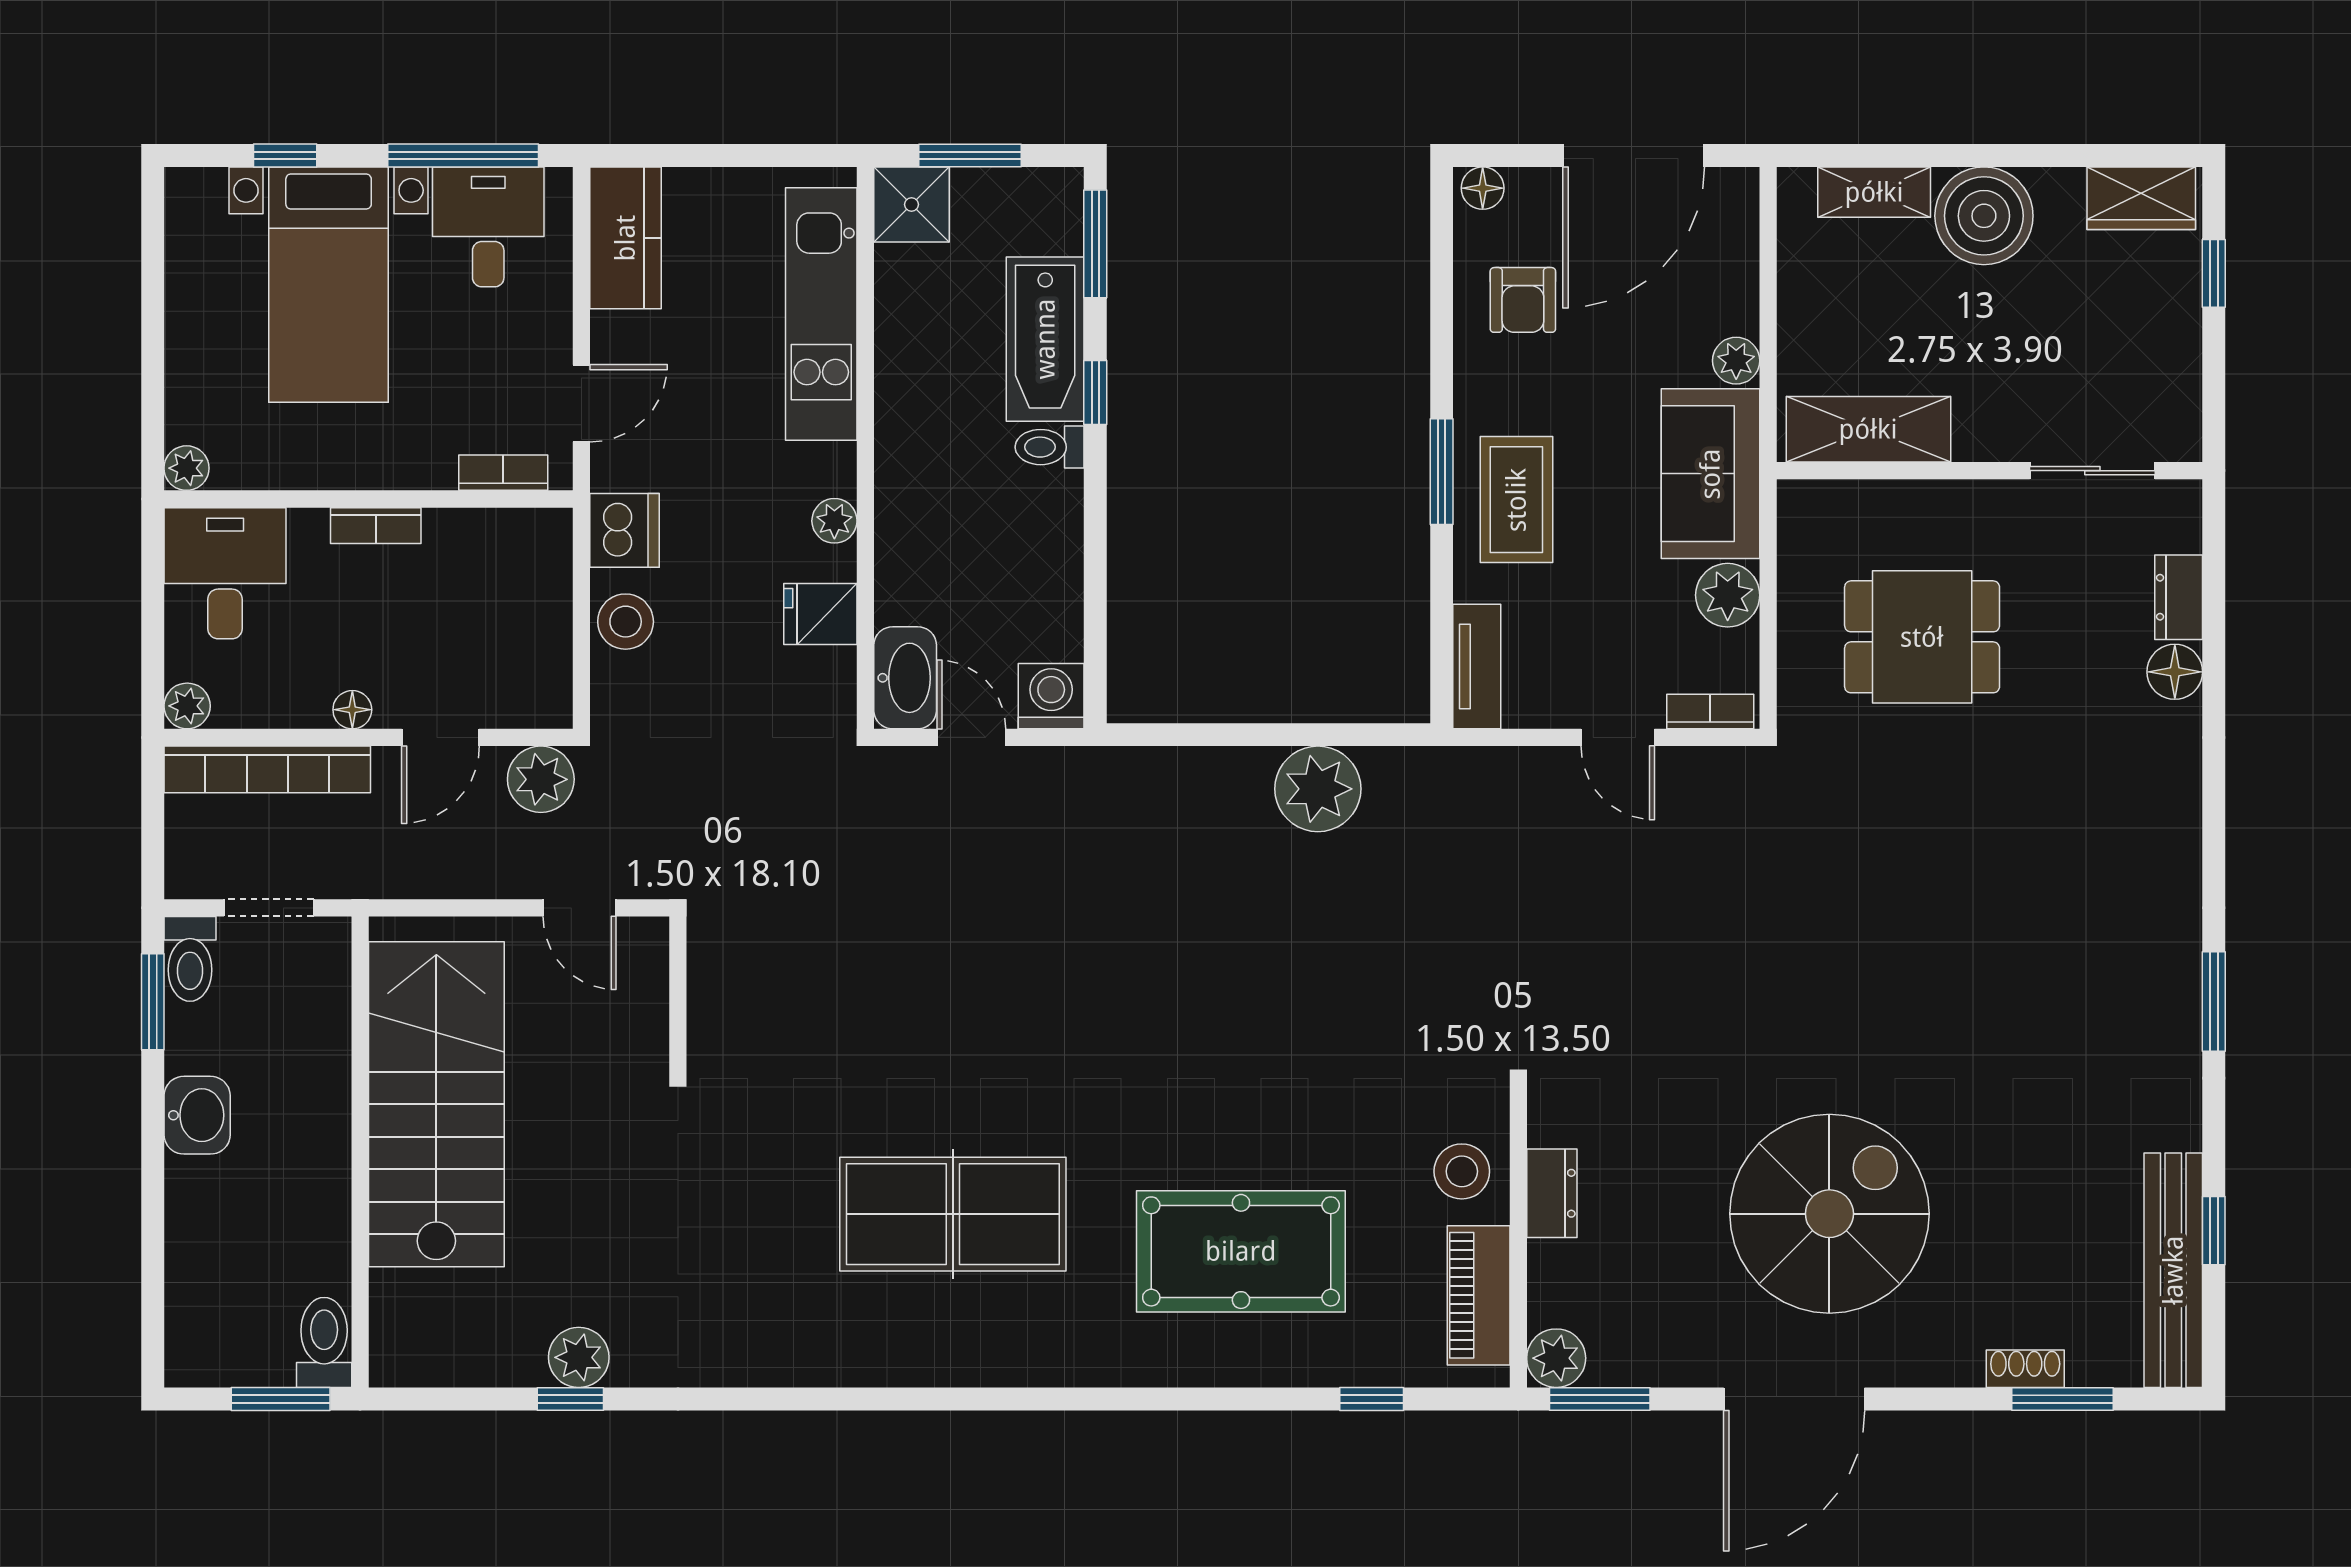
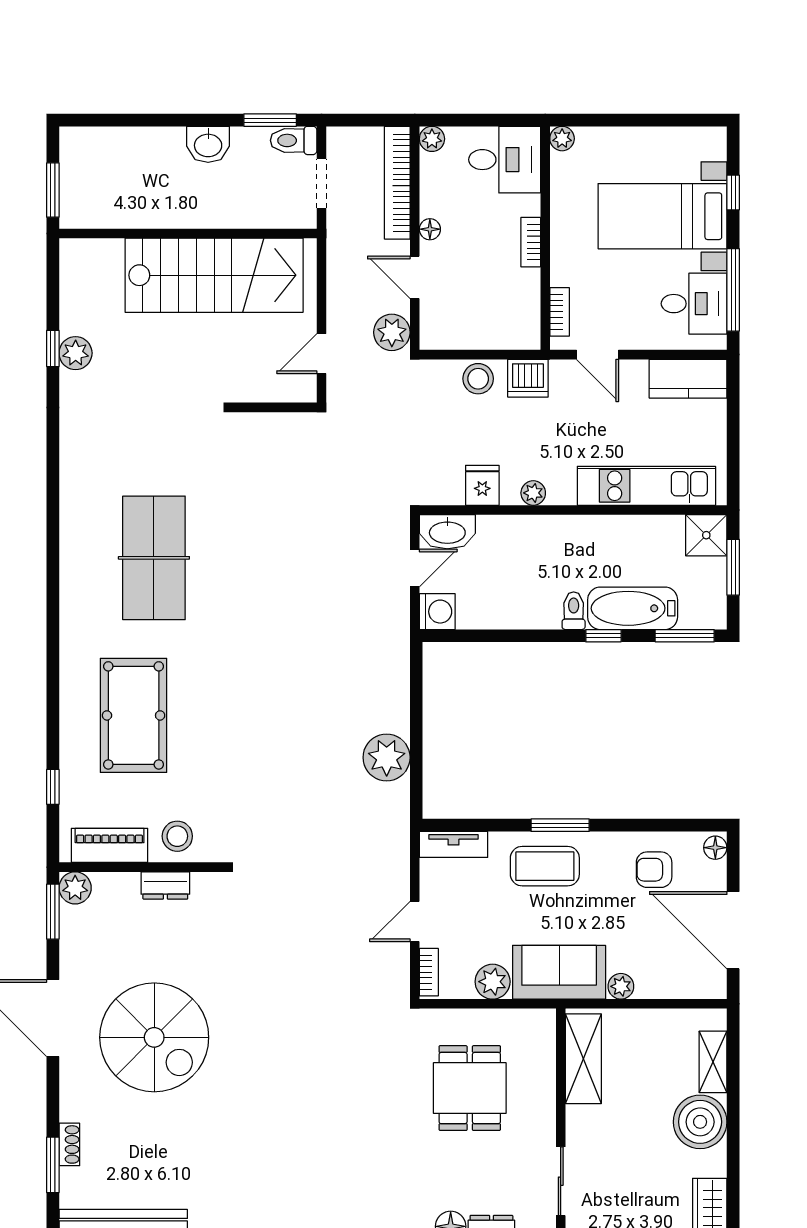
toilet: (324, 1342) -> (84, 214), removed

